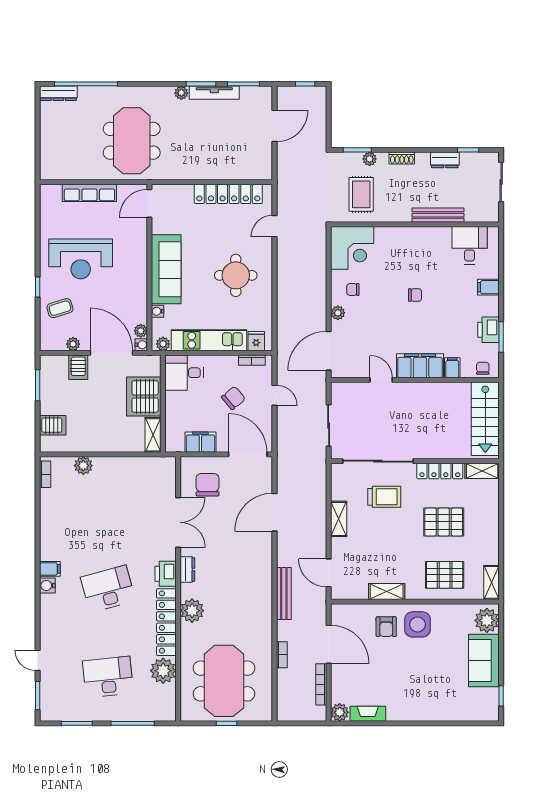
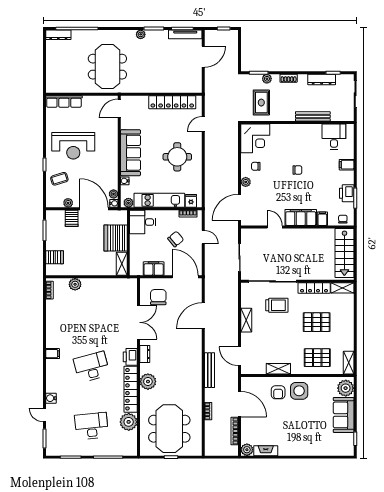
tv unit: (214, 93) -> (185, 34), moved
dresser: (445, 160) -> (322, 79), width x1.44
row of seats: (89, 193) -> (64, 101), moved
water cooler: (47, 586) -> (51, 398), moved

